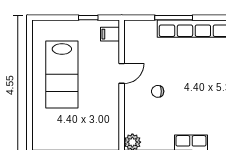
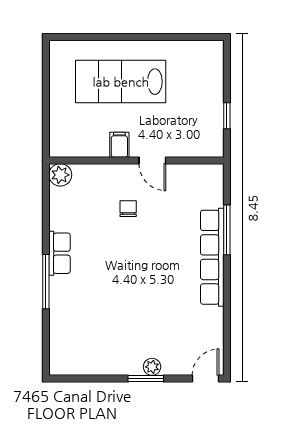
filing cabinet: (110, 34) -> (119, 145), moved
lab bench: (62, 75) -> (121, 82), moved

